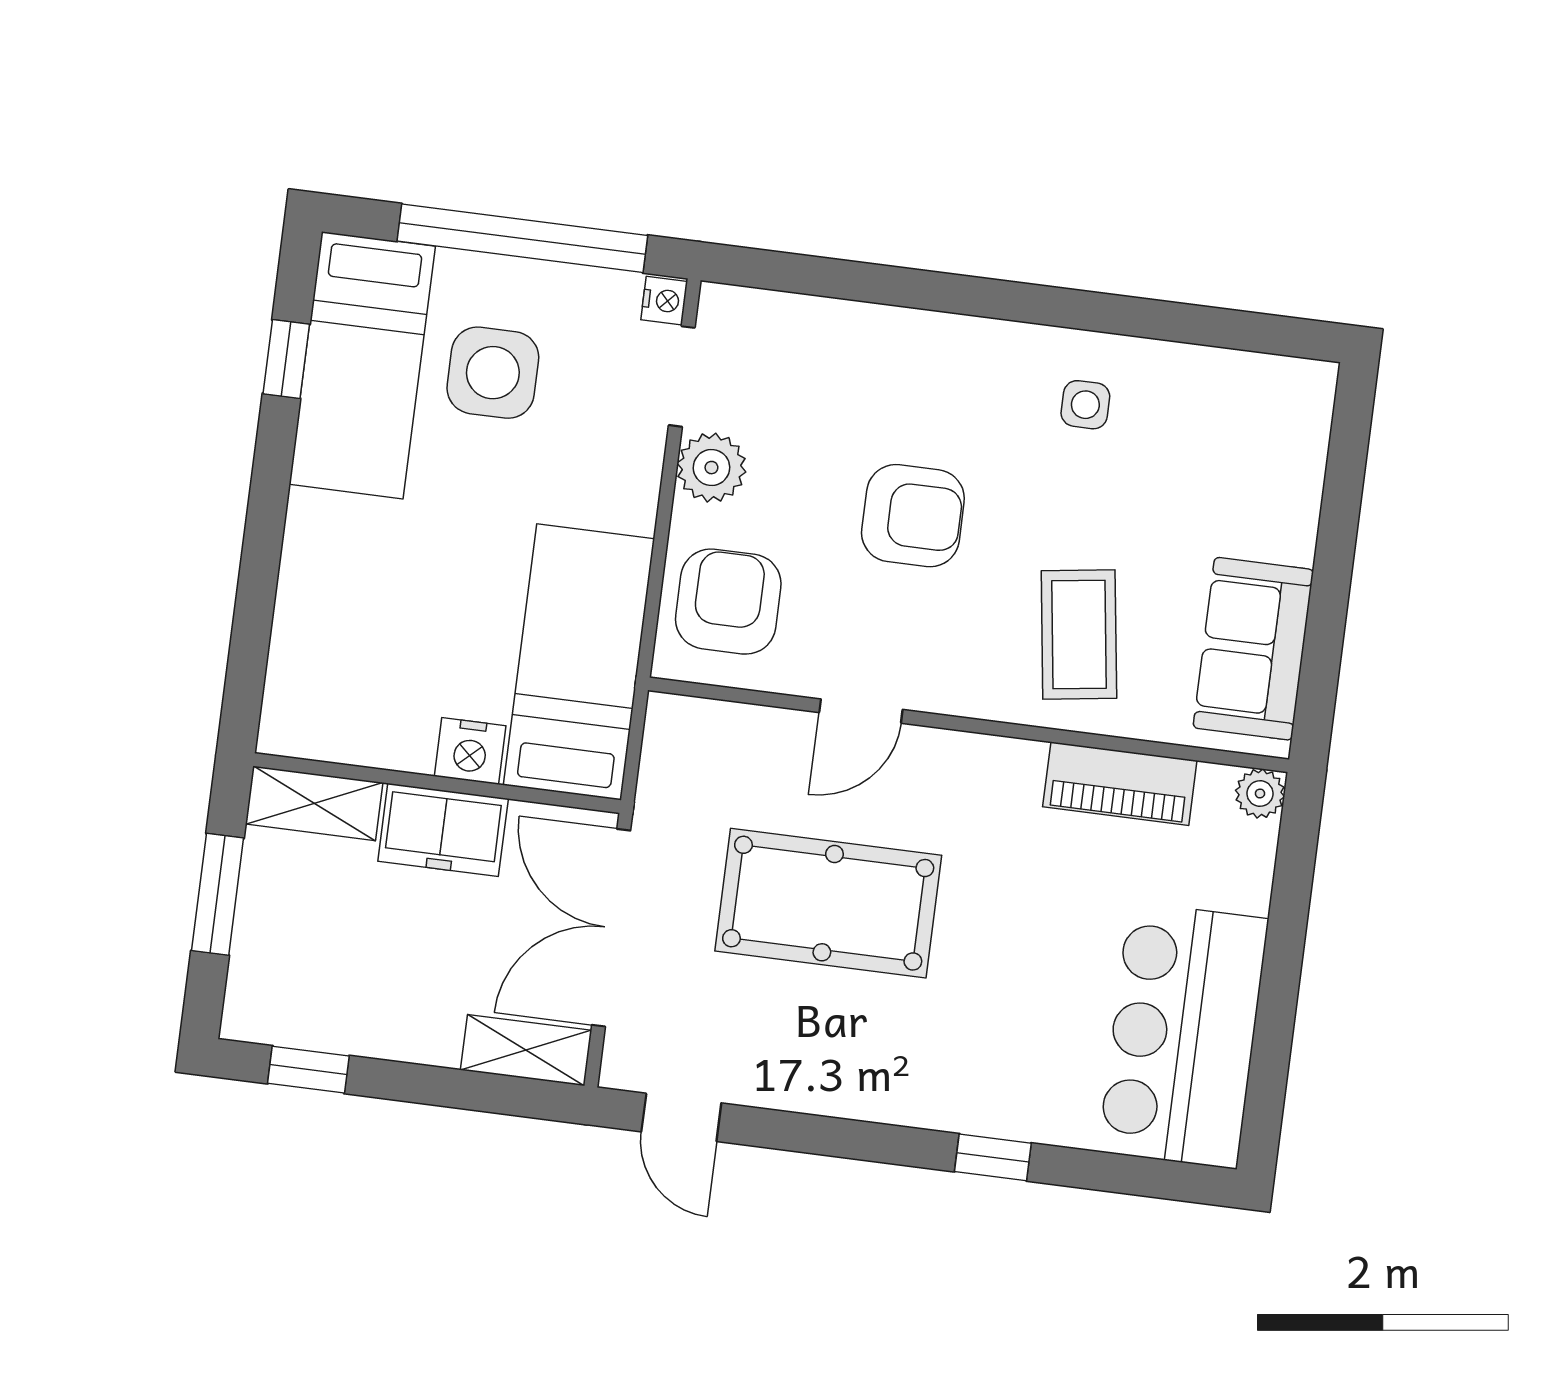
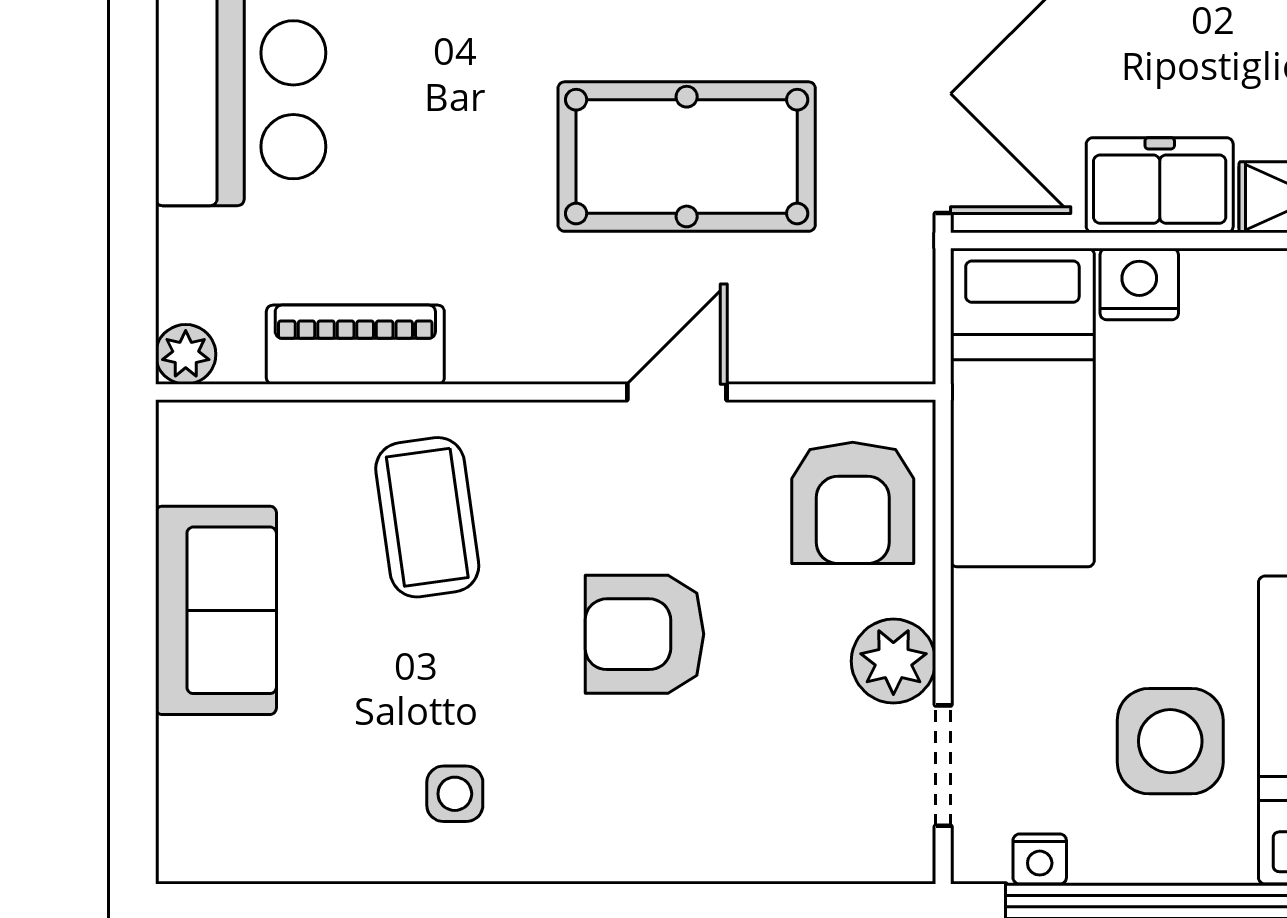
nightstand: (664, 301) -> (1040, 859), moved, turned -90
sofa: (1253, 649) -> (216, 610), moved

